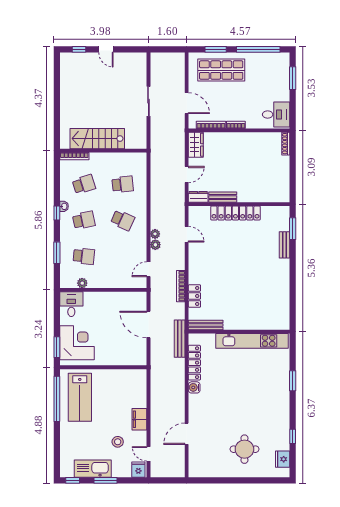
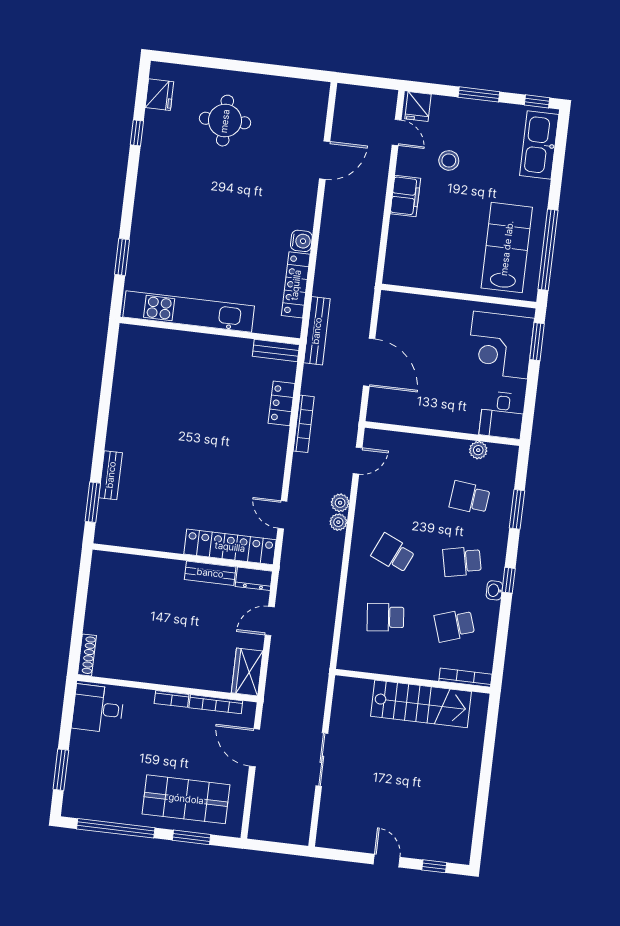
locker: (235, 213) -> (230, 547), moved
bench: (206, 325) -> (276, 351), width x0.73
window: (293, 381) -> (122, 257), moved
kitchen sink: (93, 469) -> (539, 145), moved, turned 90

